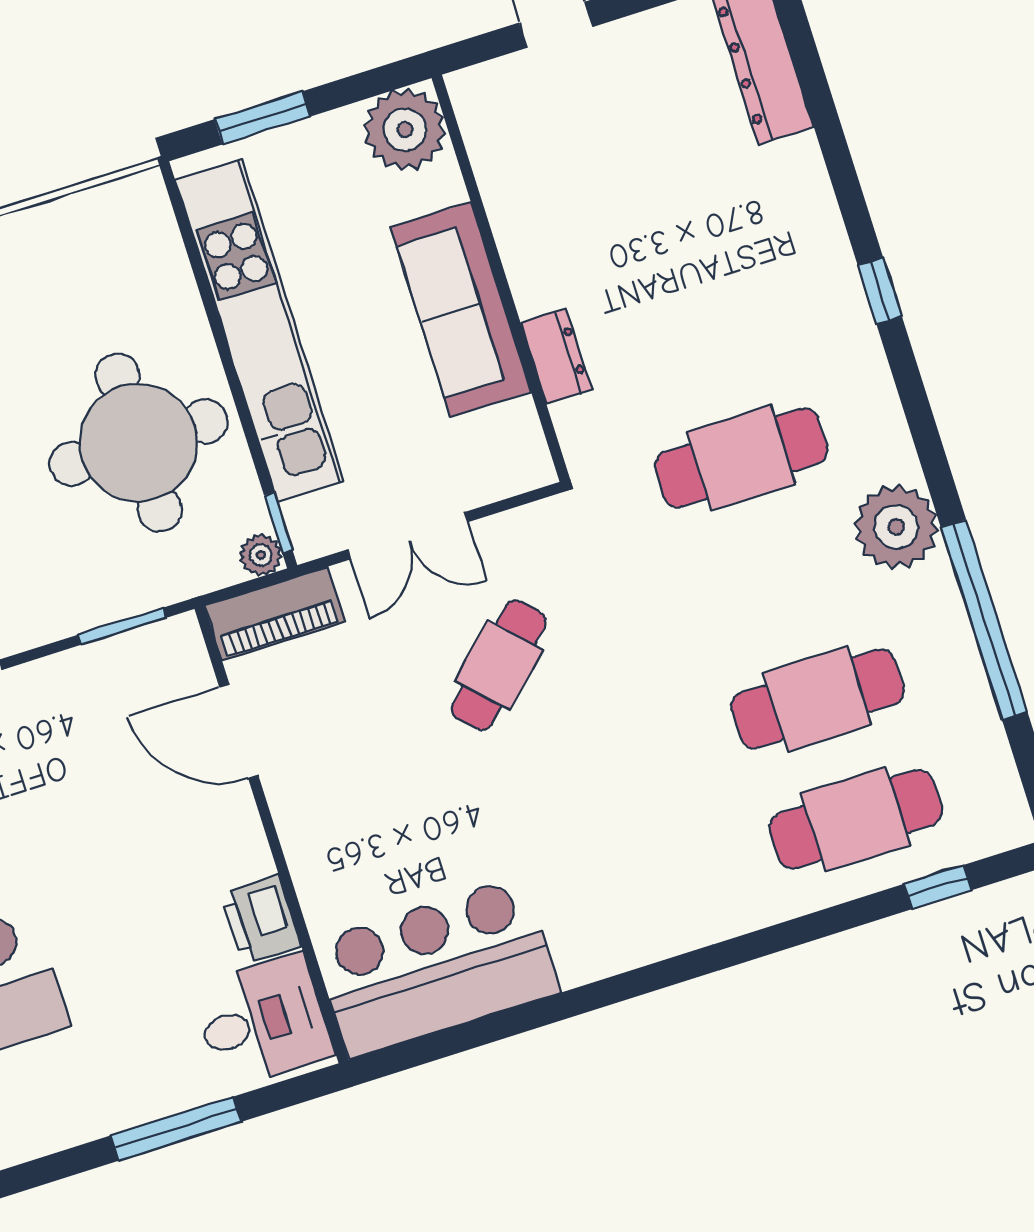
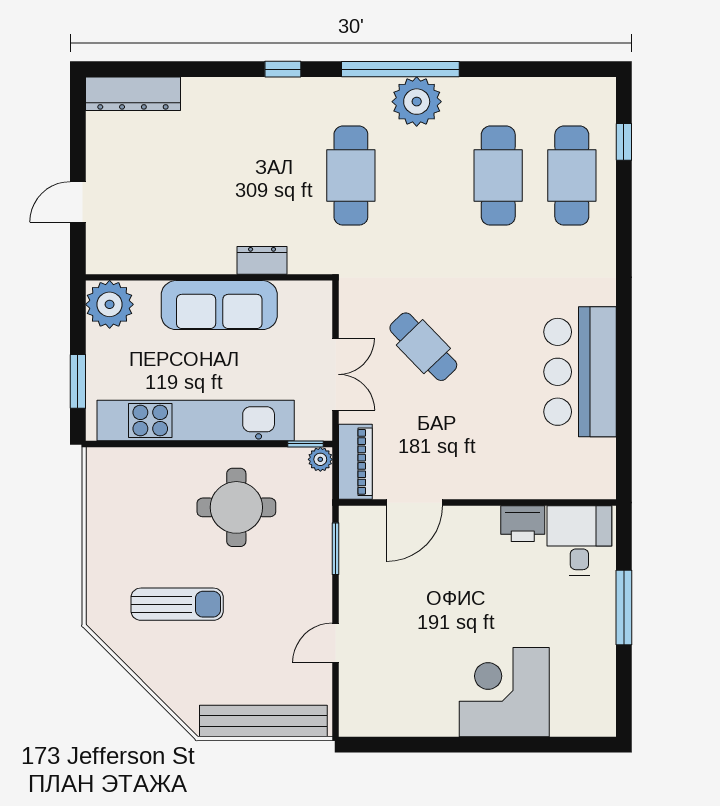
round table: (138, 443) -> (236, 507), width x0.73, depth x0.73
window: (984, 620) -> (400, 69), moved
bar counter: (436, 967) -> (580, 372), moved

